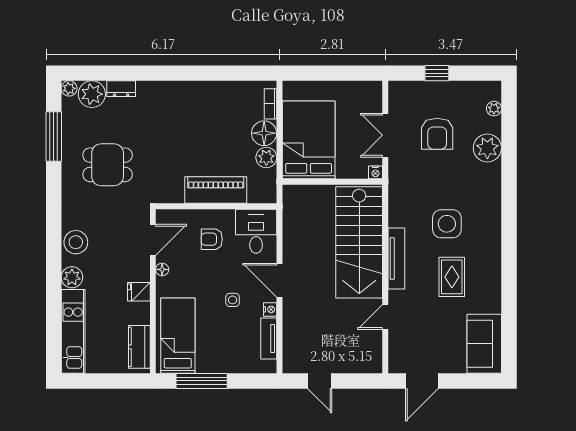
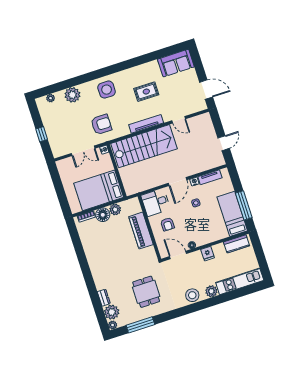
armchair: (437, 134) -> (101, 124), moved
side table: (447, 224) -> (107, 90), moved
bed: (178, 336) -> (232, 214), moved, turned 90

